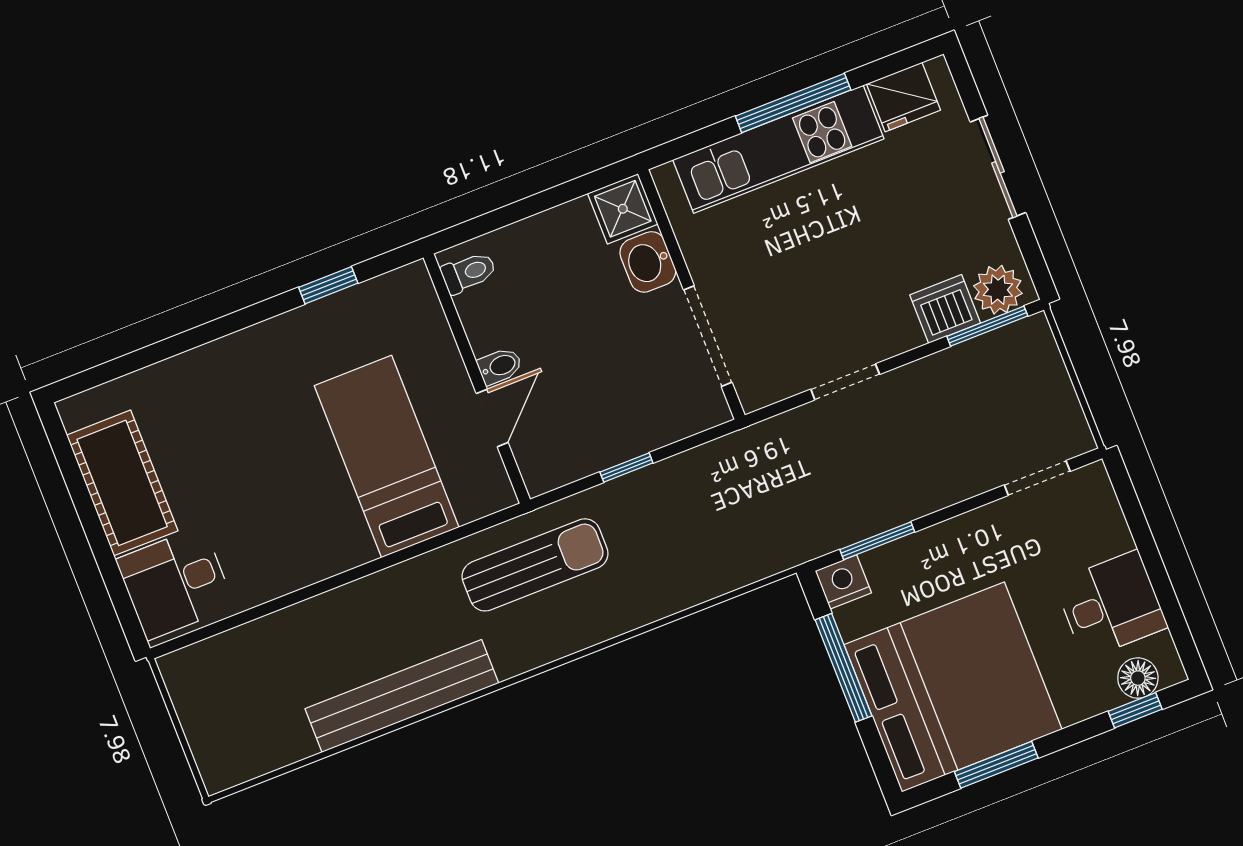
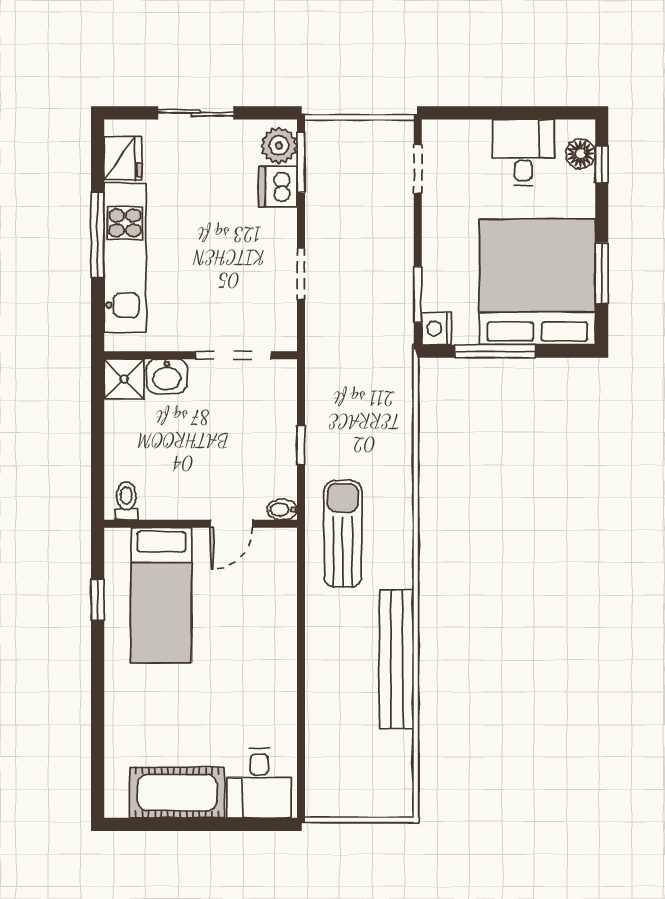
bidet: (500, 366) -> (282, 509), moved, turned -90
door: (492, 418) -> (232, 524), swing flipped
bed: (387, 456) -> (161, 595), moved, turned -90

